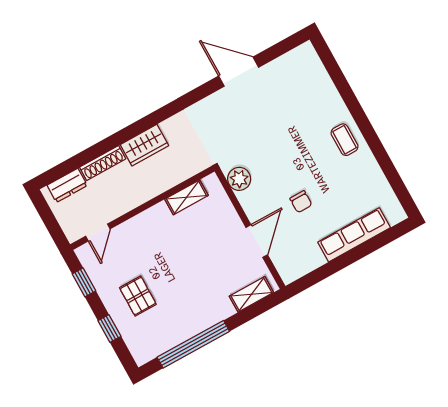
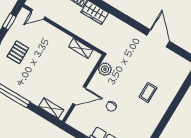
coffee table: (344, 140) -> (148, 92), moved

